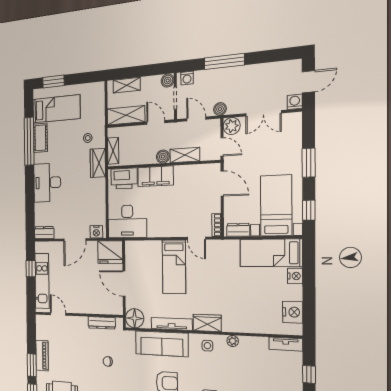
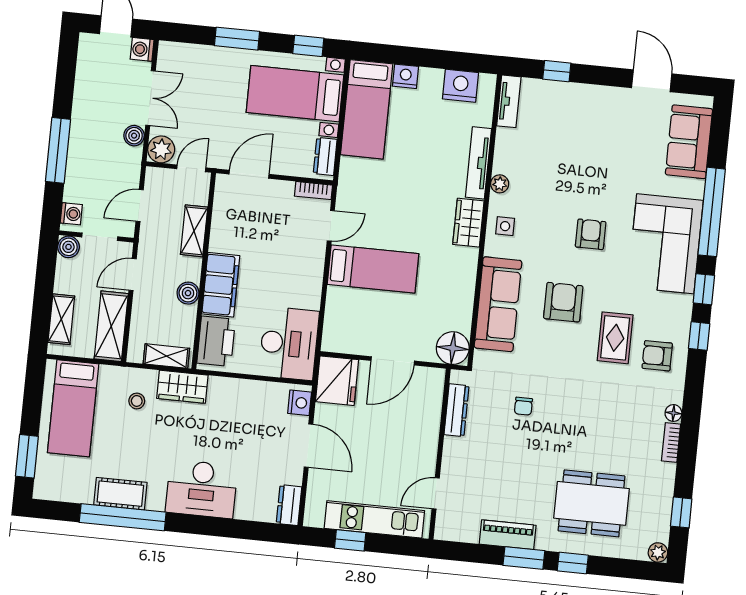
bed: (56, 109) -> (73, 408), moved, turned 180
boiler: (220, 109) -> (134, 136), moved
boiler: (163, 157) -> (188, 293), moved
tv unit: (172, 324) -> (478, 163), moved

